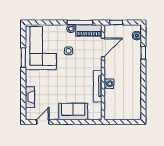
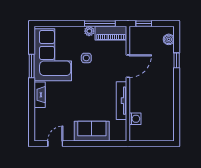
door: (103, 47) -> (128, 66), moved
washing machine: (109, 84) -> (135, 119), moved
fireplace: (30, 97) -> (40, 95), moved

